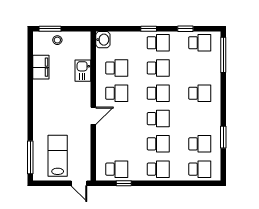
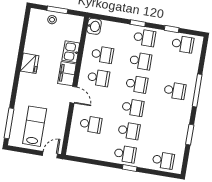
window: (50, 29) -> (57, 10), moved
window: (223, 55) -> (197, 90), moved
filing cabinet: (41, 67) -> (67, 74), moved, turned 180
fridge: (41, 90) -> (30, 63), added
door: (93, 116) -> (73, 95), hinge flipped
school desk: (200, 144) -> (167, 137), removed
school desk: (117, 169) -> (91, 124), moved
door: (79, 183) -> (50, 155), swing flipped
window: (124, 183) -> (130, 168), moved

